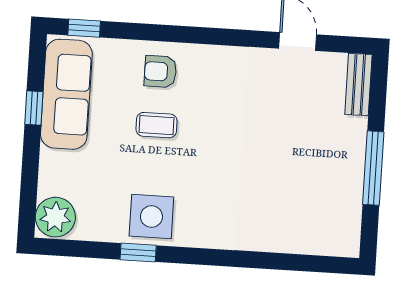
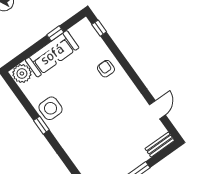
sofa: (66, 94) -> (52, 54), moved
coffee table: (156, 125) -> (85, 83), removed
window: (138, 252) -> (41, 125), moved

